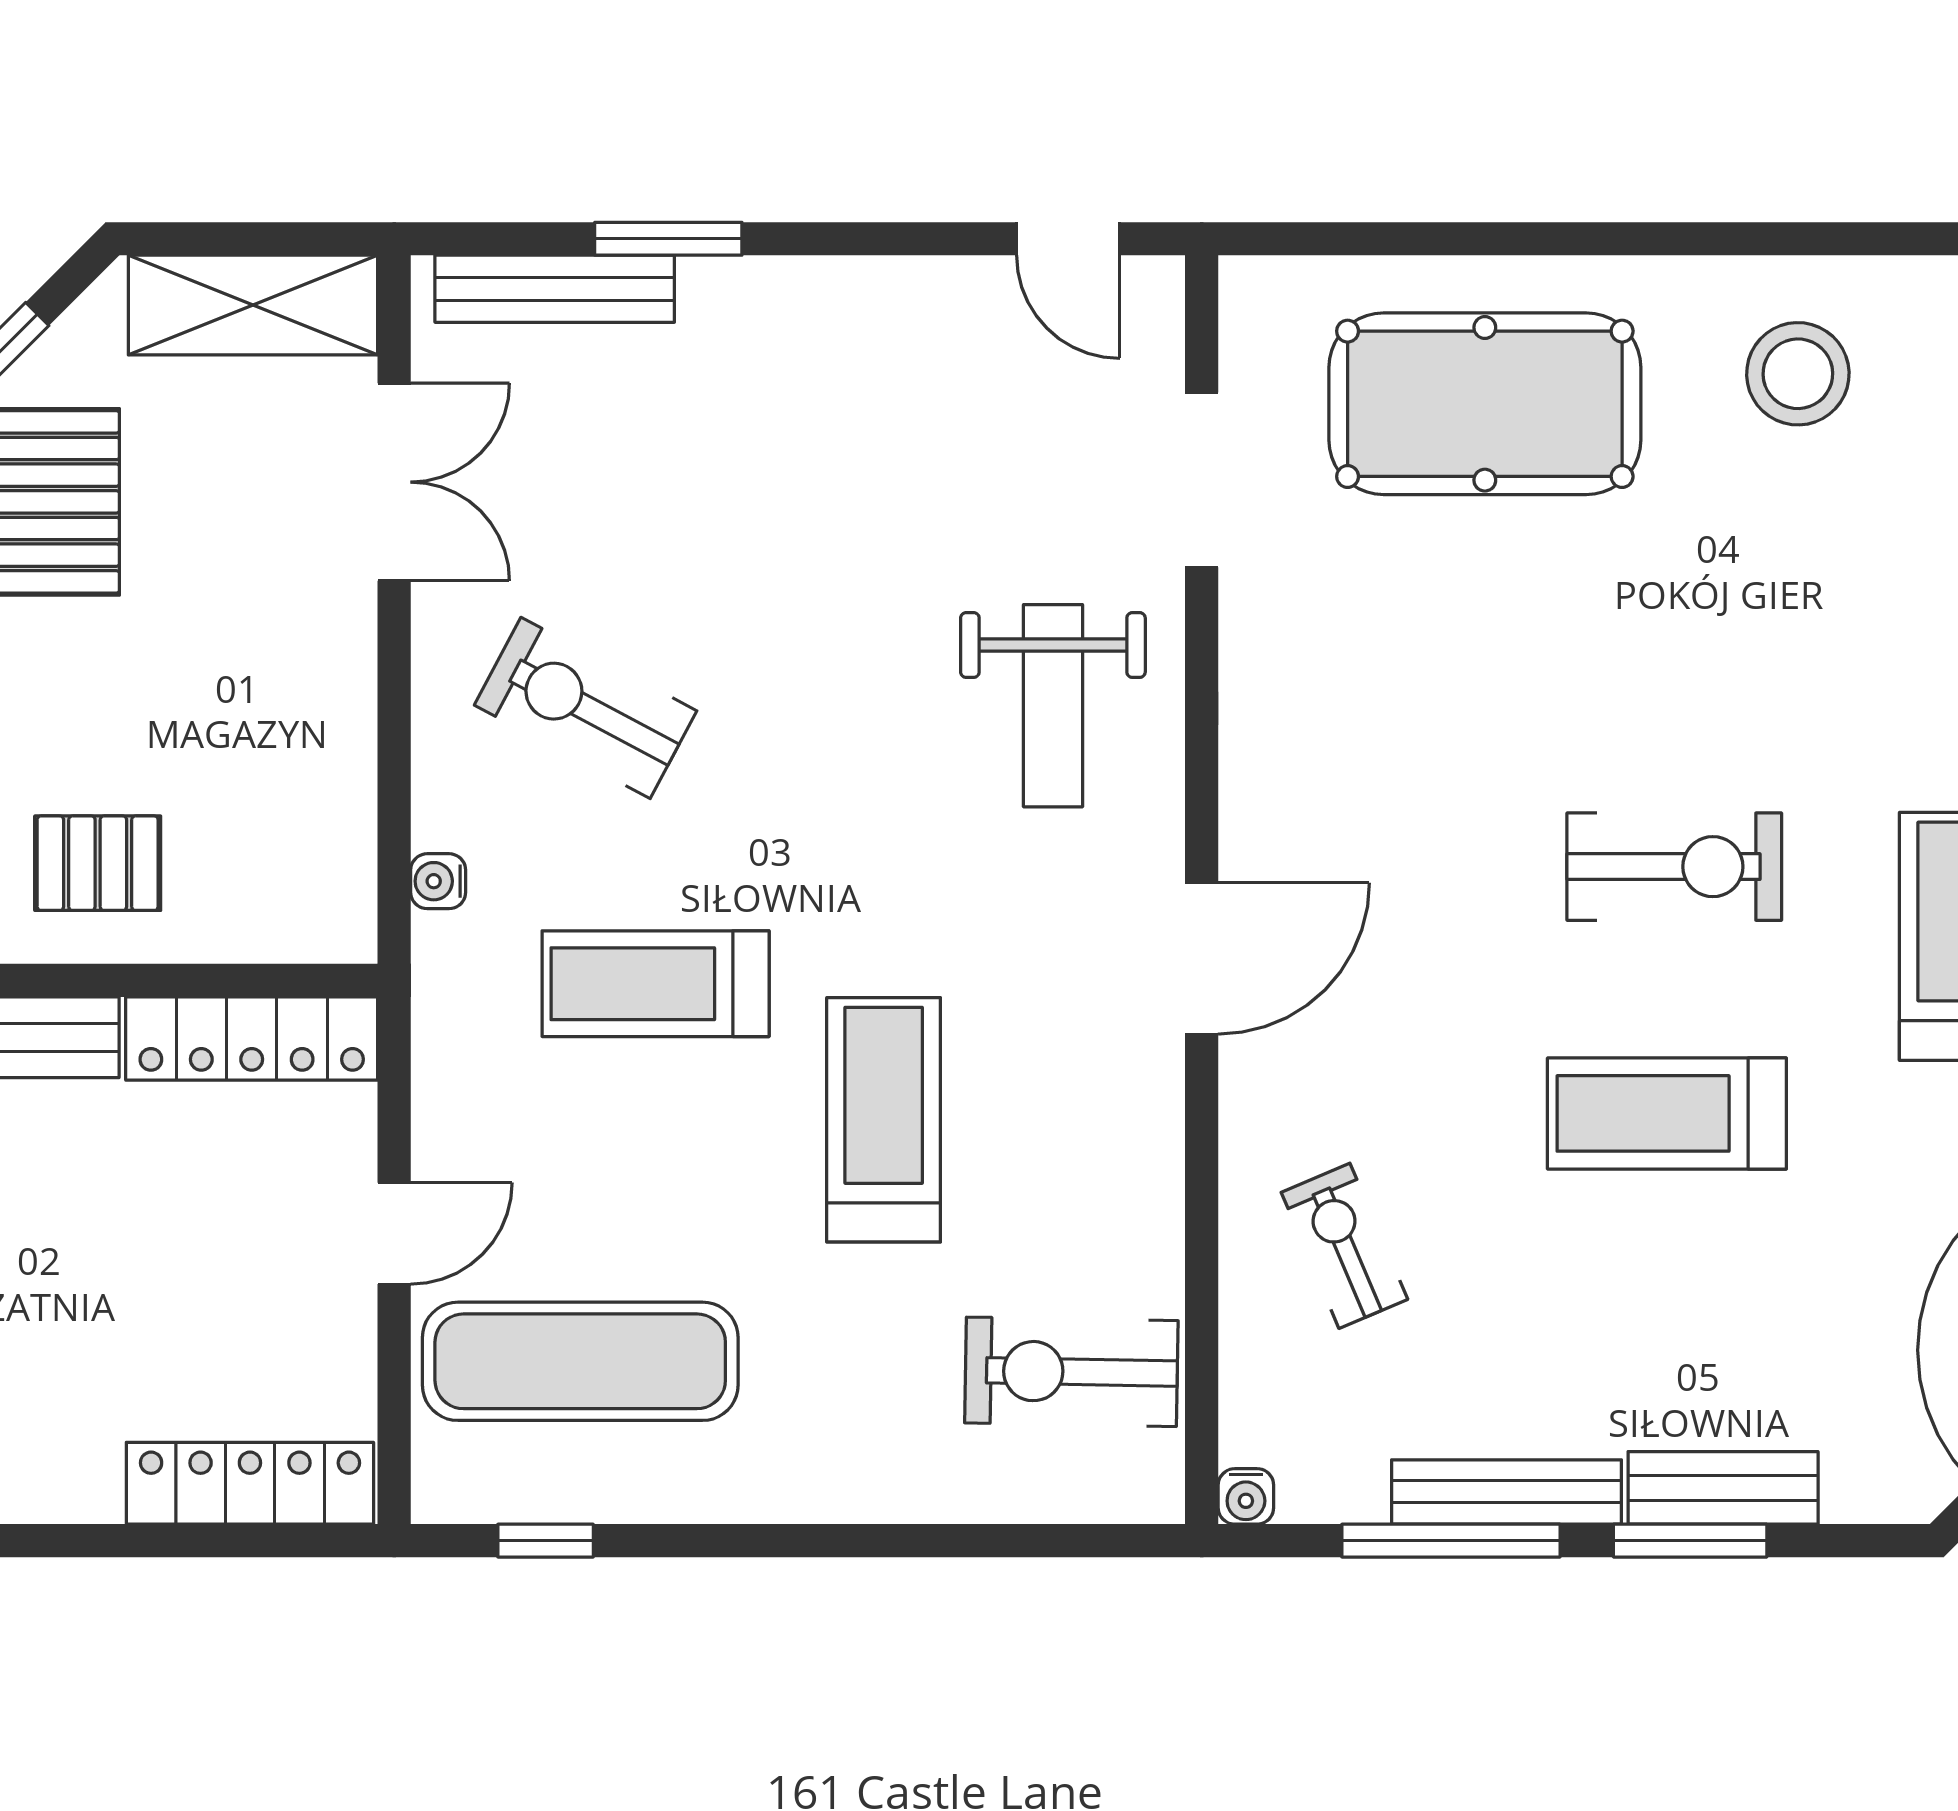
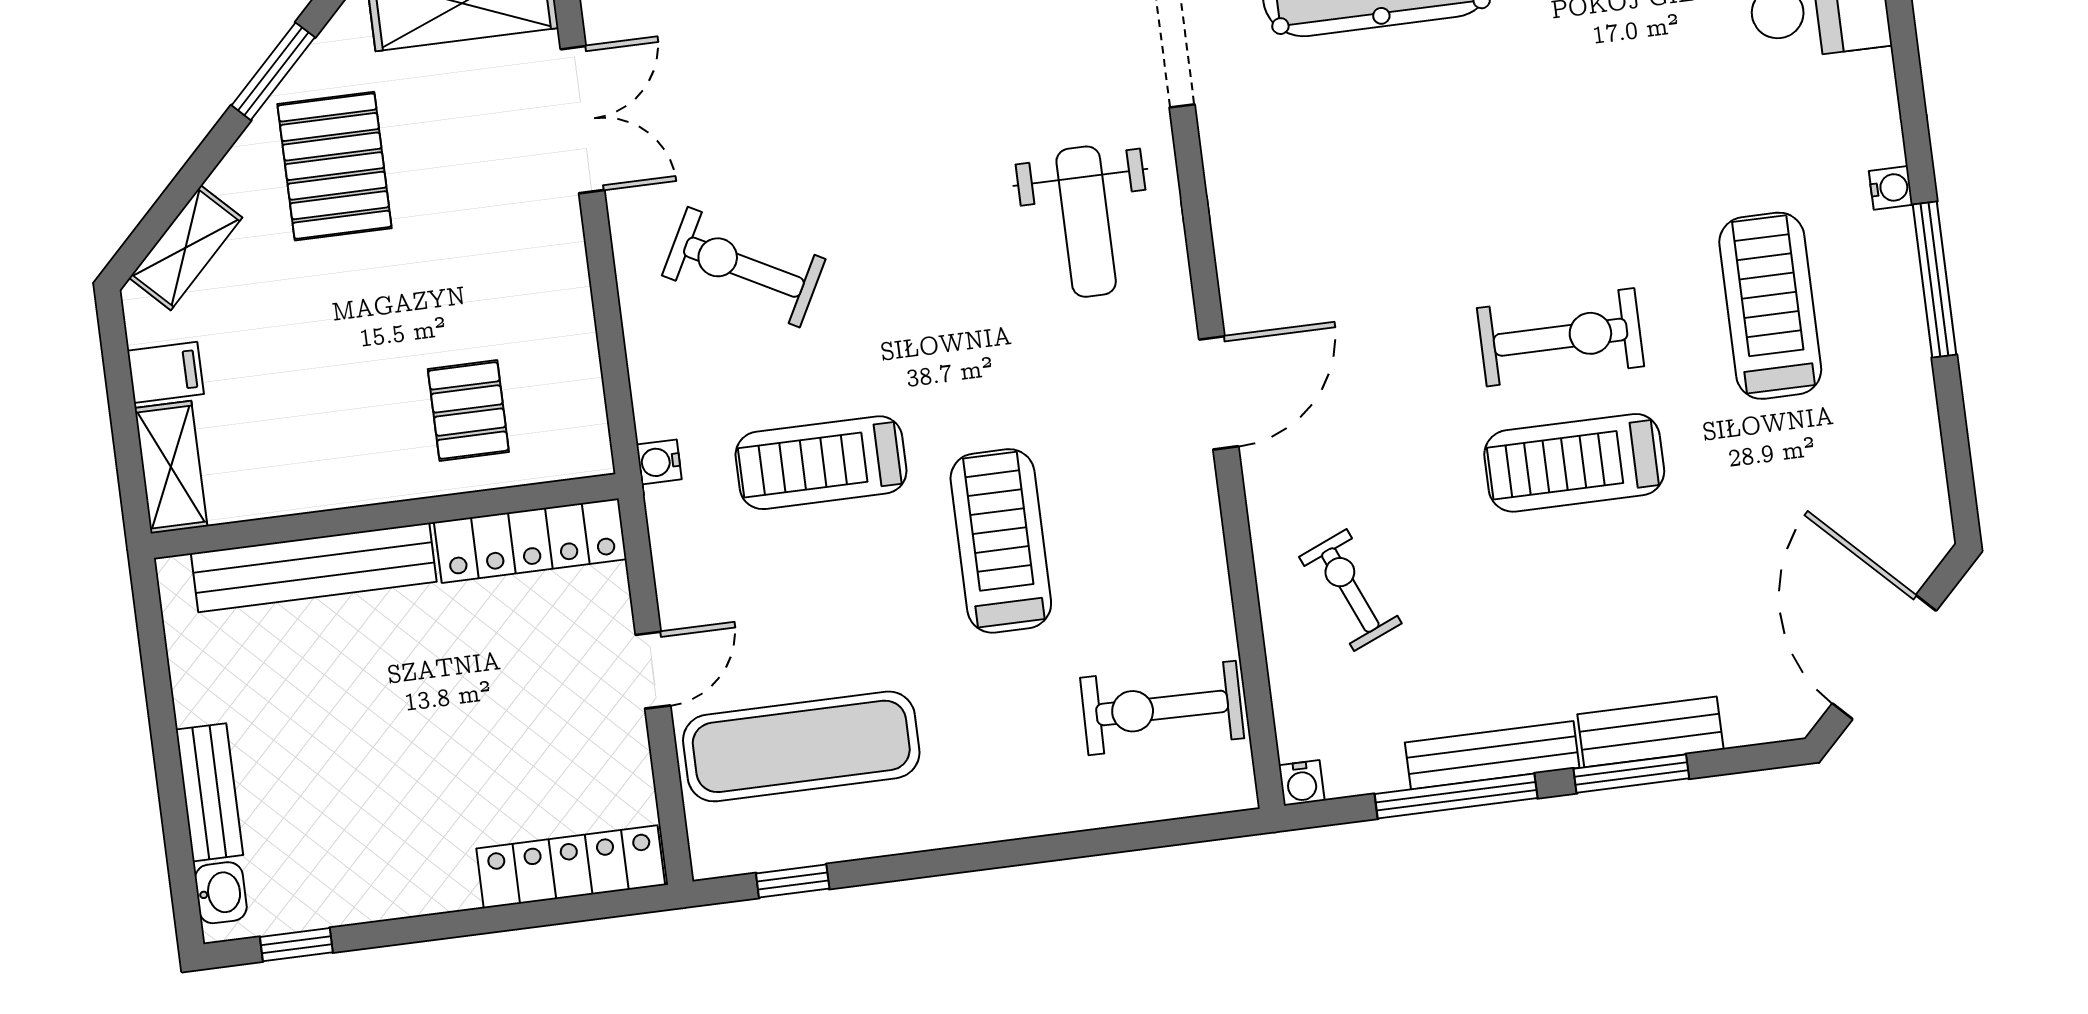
pallet: (98, 863) -> (468, 411), moved, turned 90
exercise bike: (1674, 867) -> (1561, 337), moved
water cooler: (438, 881) -> (659, 462), moved

